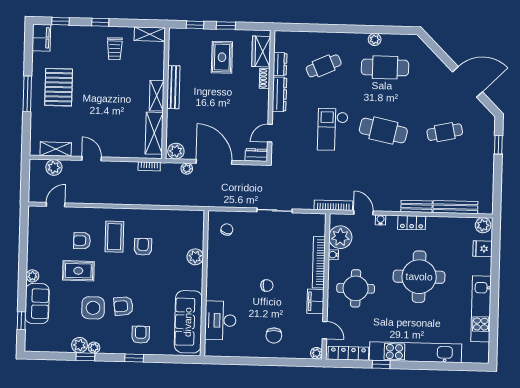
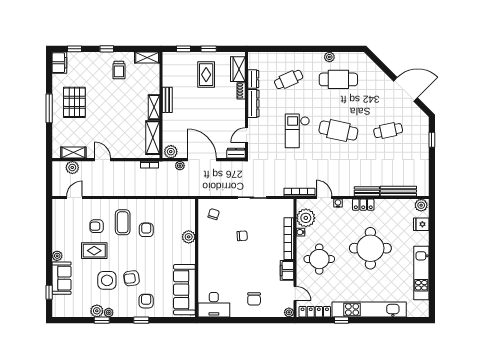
bench: (173, 87) -> (167, 100), width x0.73
chair: (267, 285) -> (242, 236), moved
desk: (220, 320) -> (214, 305), moved, turned -90

